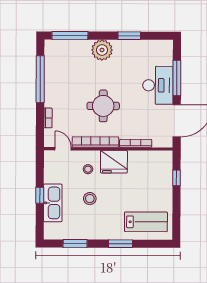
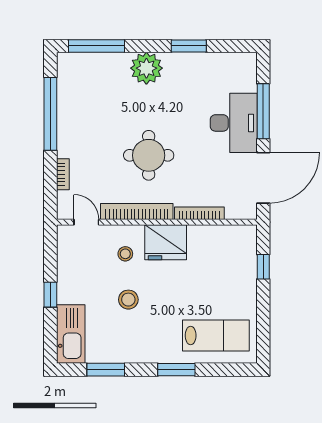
kitchen sink: (53, 203) -> (71, 334), moved

